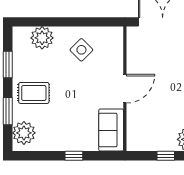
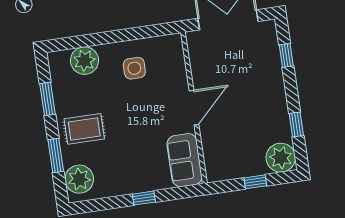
side table: (81, 50) -> (134, 68), turned 45

